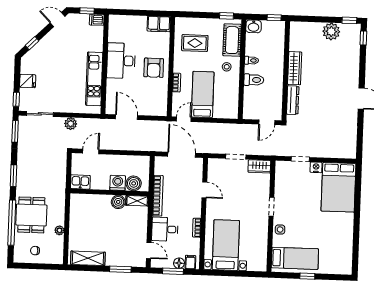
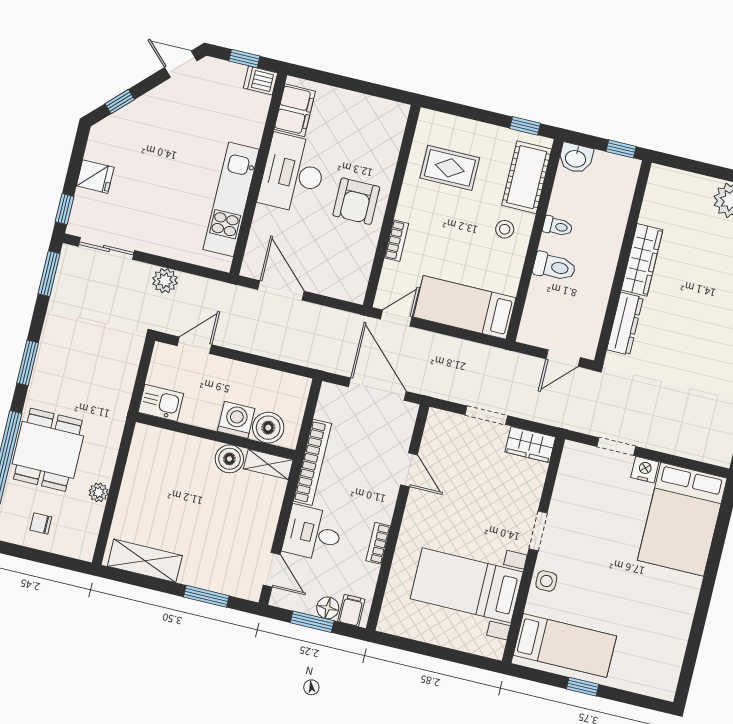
filing cabinet: (159, 24) -> (295, 110), moved, turned -90
bed: (203, 95) -> (465, 307), moved, turned -90
bed with nightstands: (226, 245) -> (467, 585), moved, turned -90

